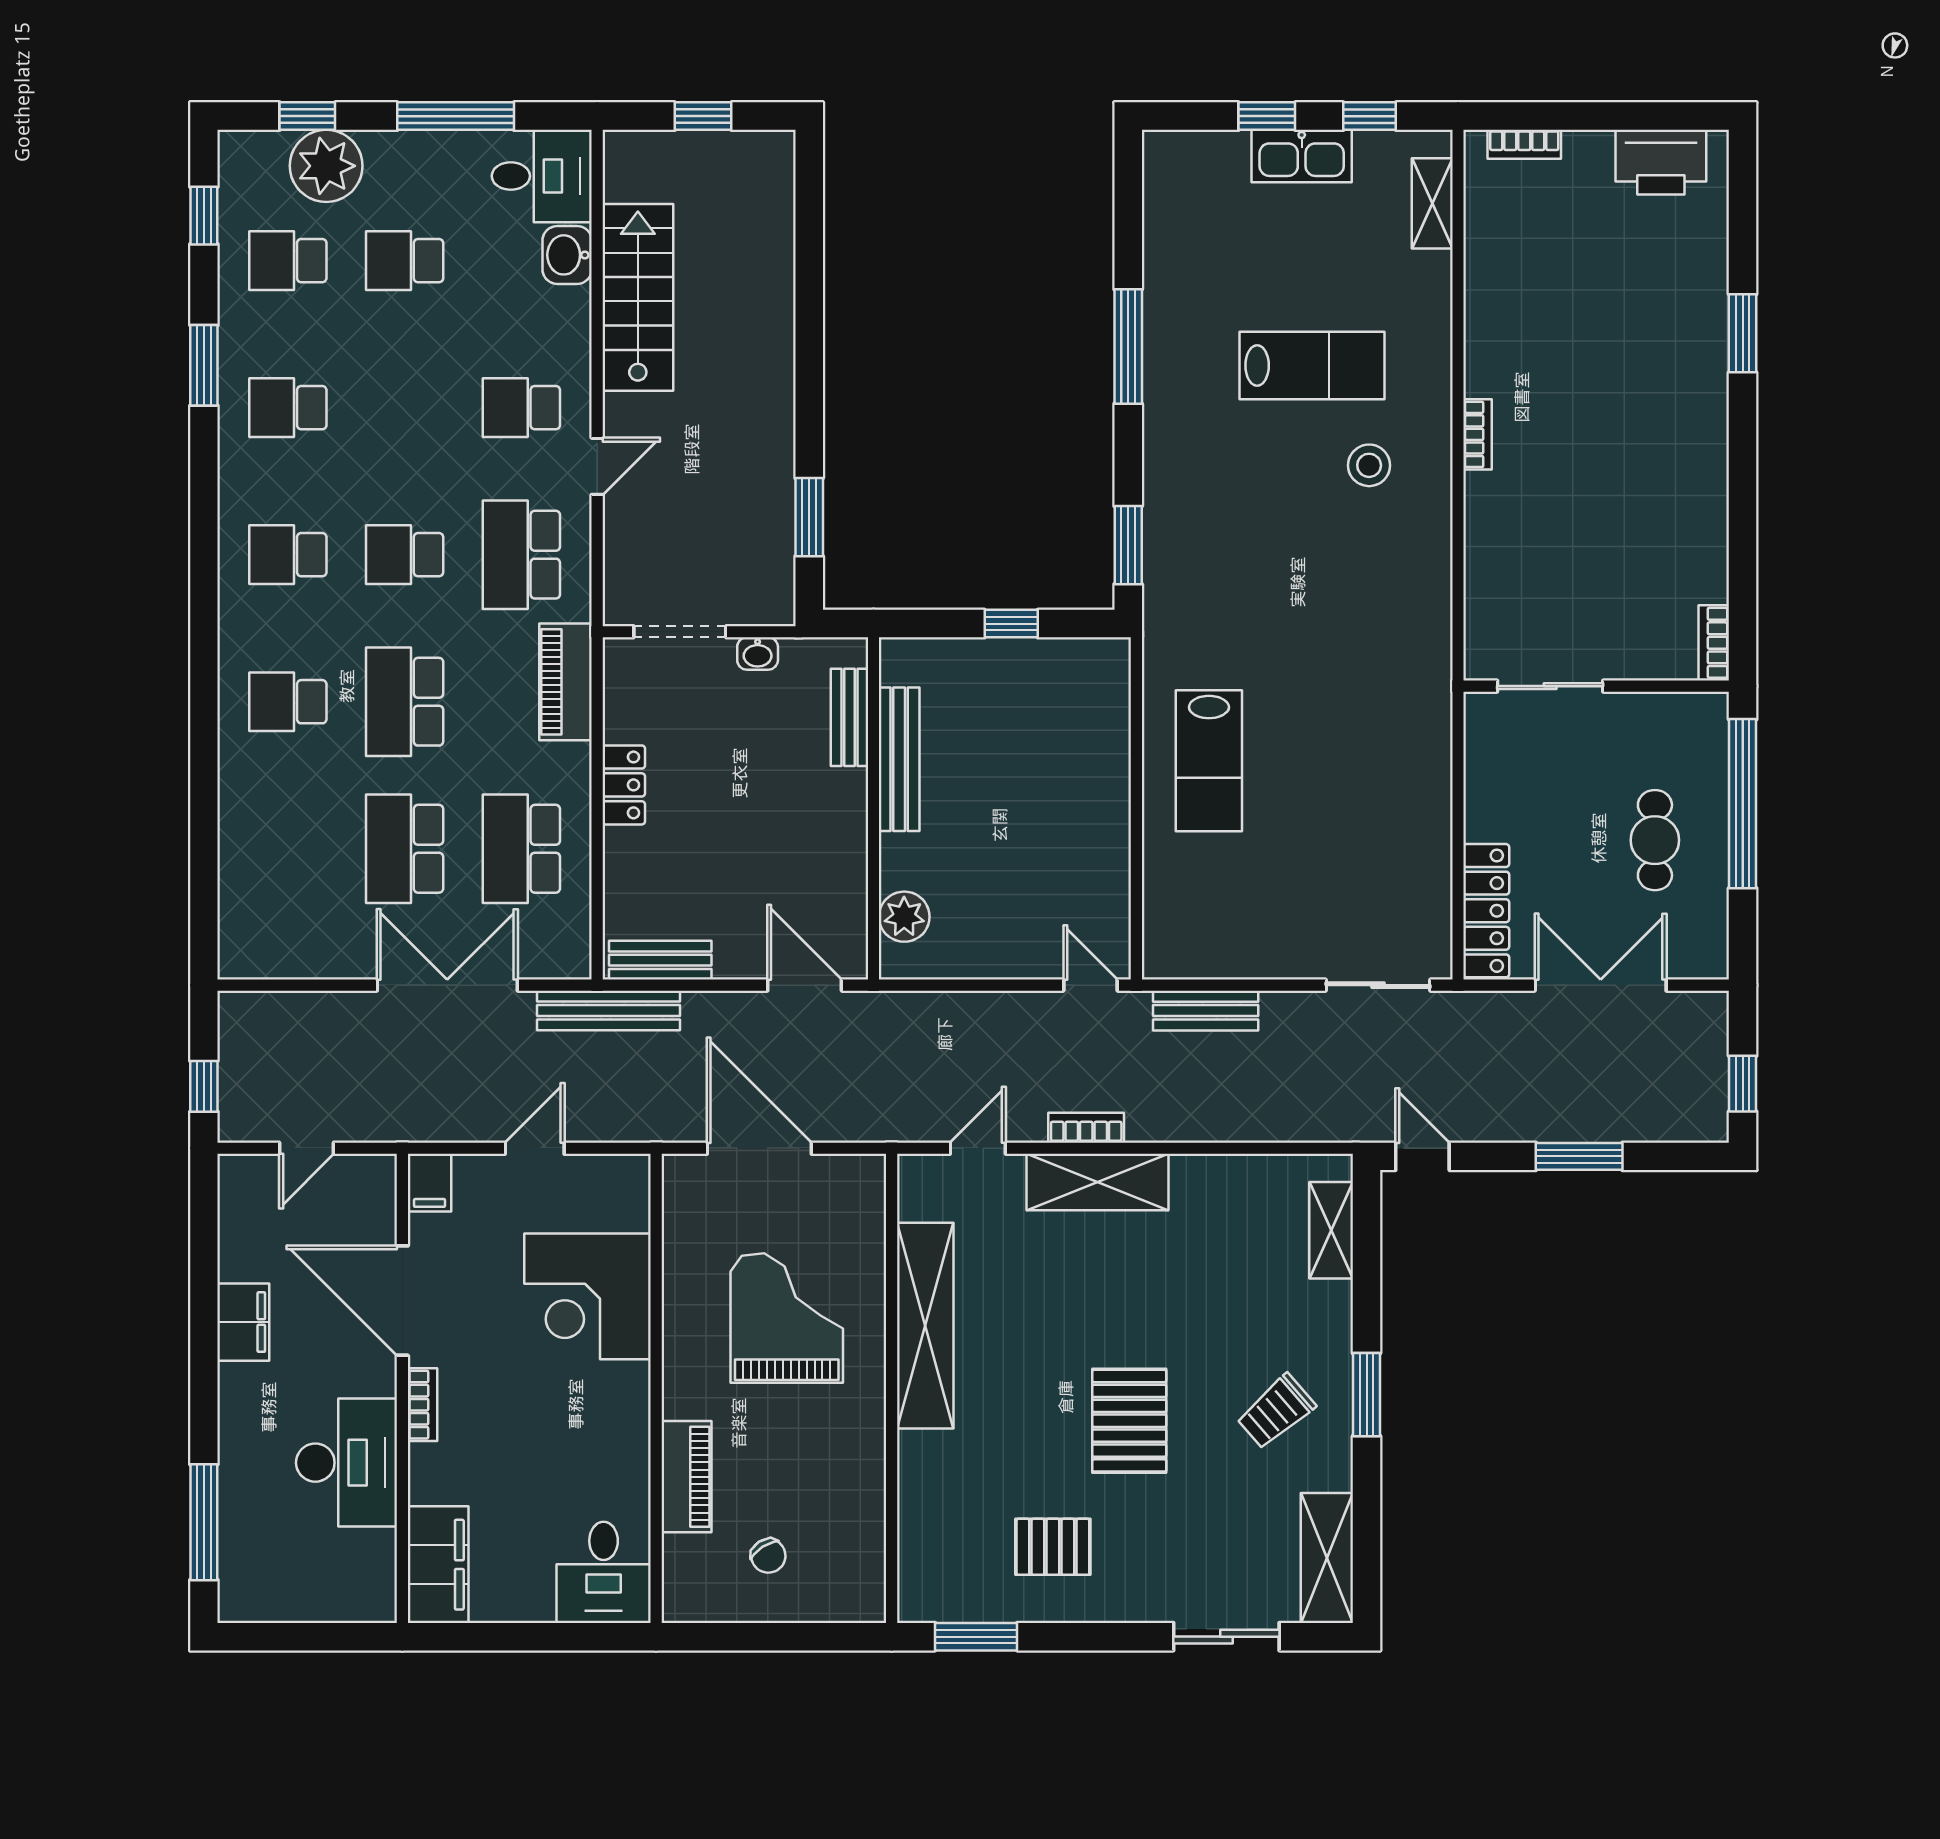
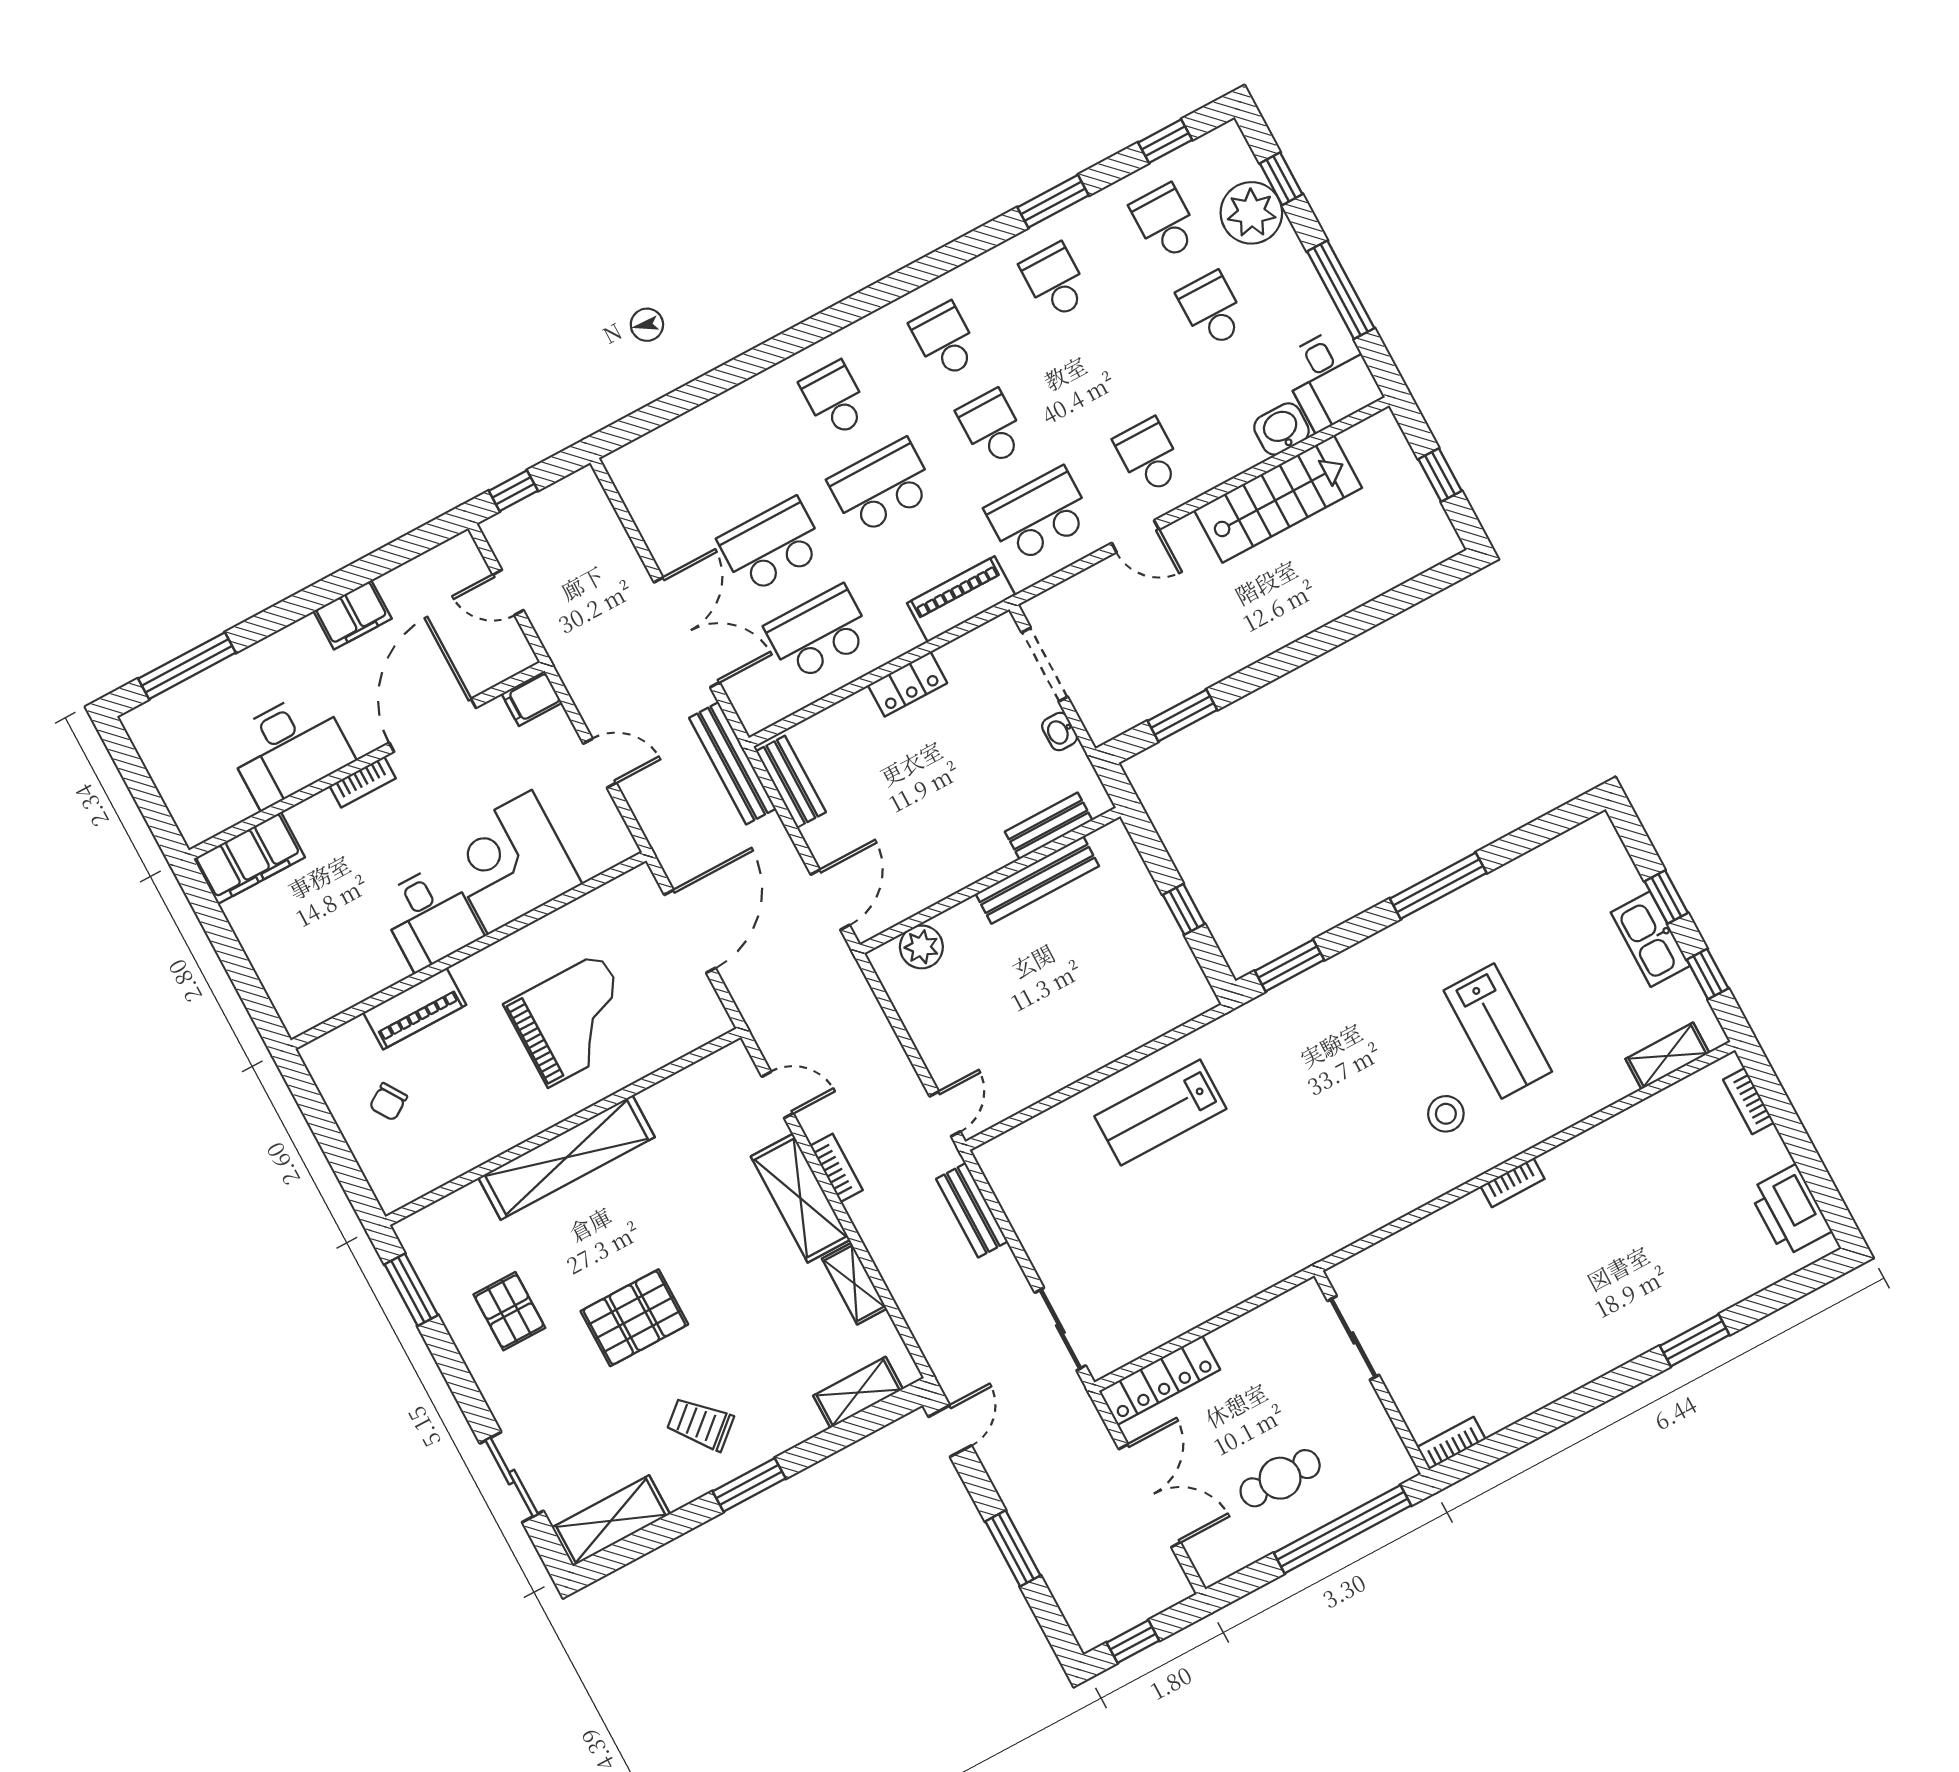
shelving: (1216, 1174) -> (854, 1284), added
shelving: (925, 1326) -> (567, 1157), moved
desk: (604, 1572) -> (430, 917), moved, turned -90

